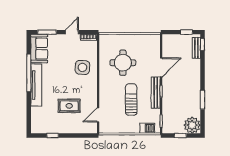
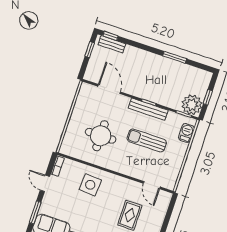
door: (161, 67) -> (109, 89), moved
plant: (192, 125) -> (192, 105), moved

